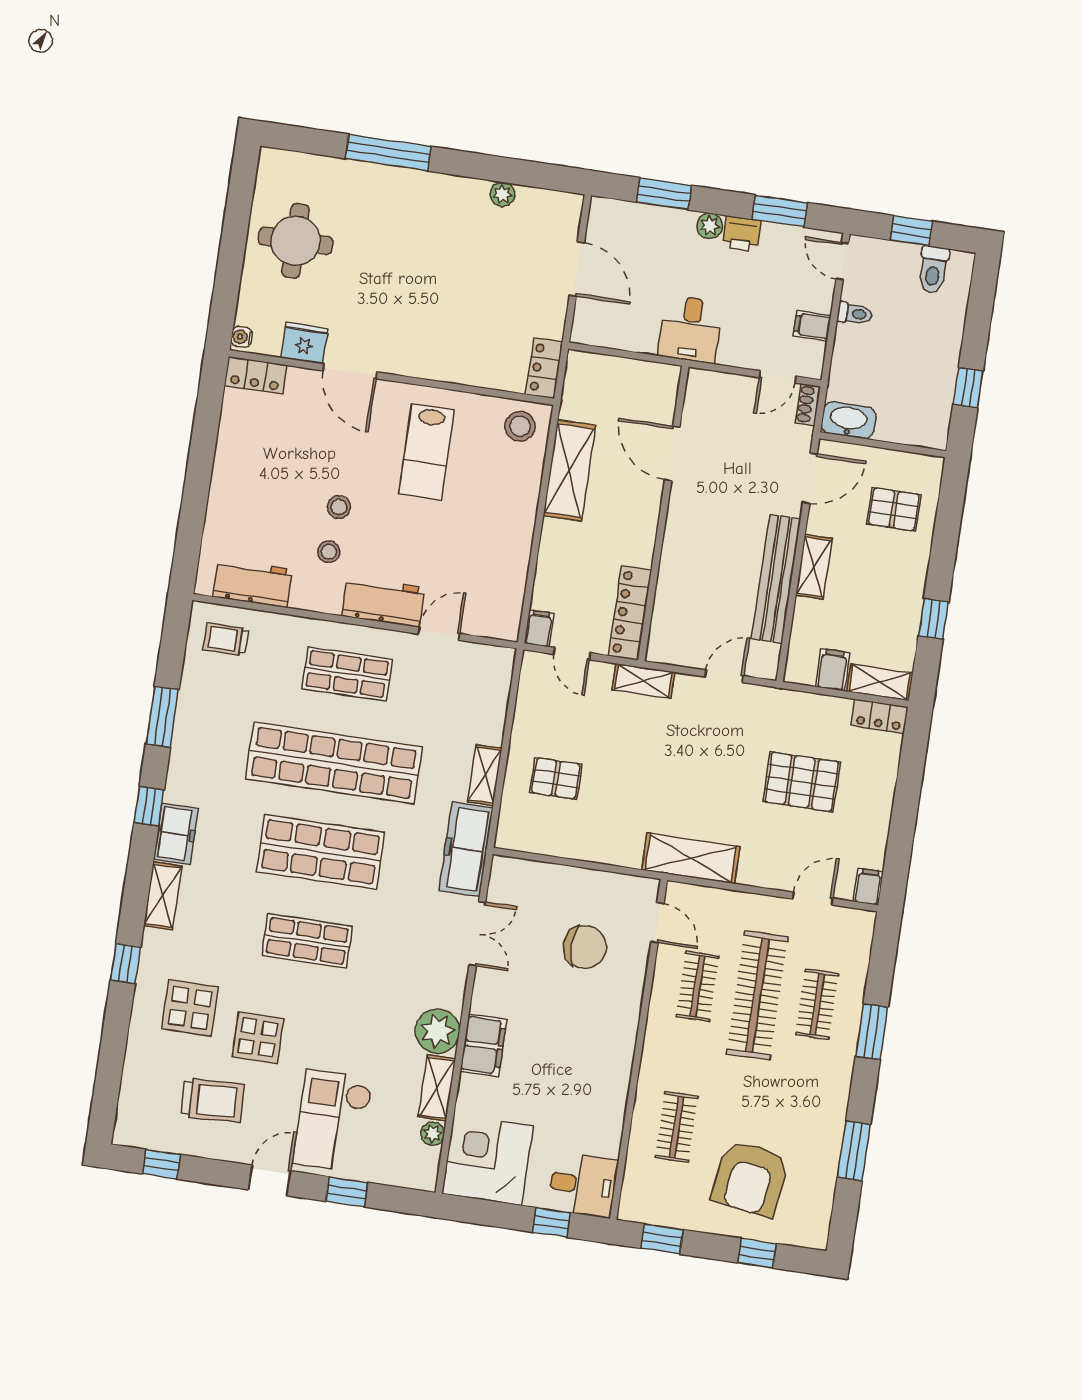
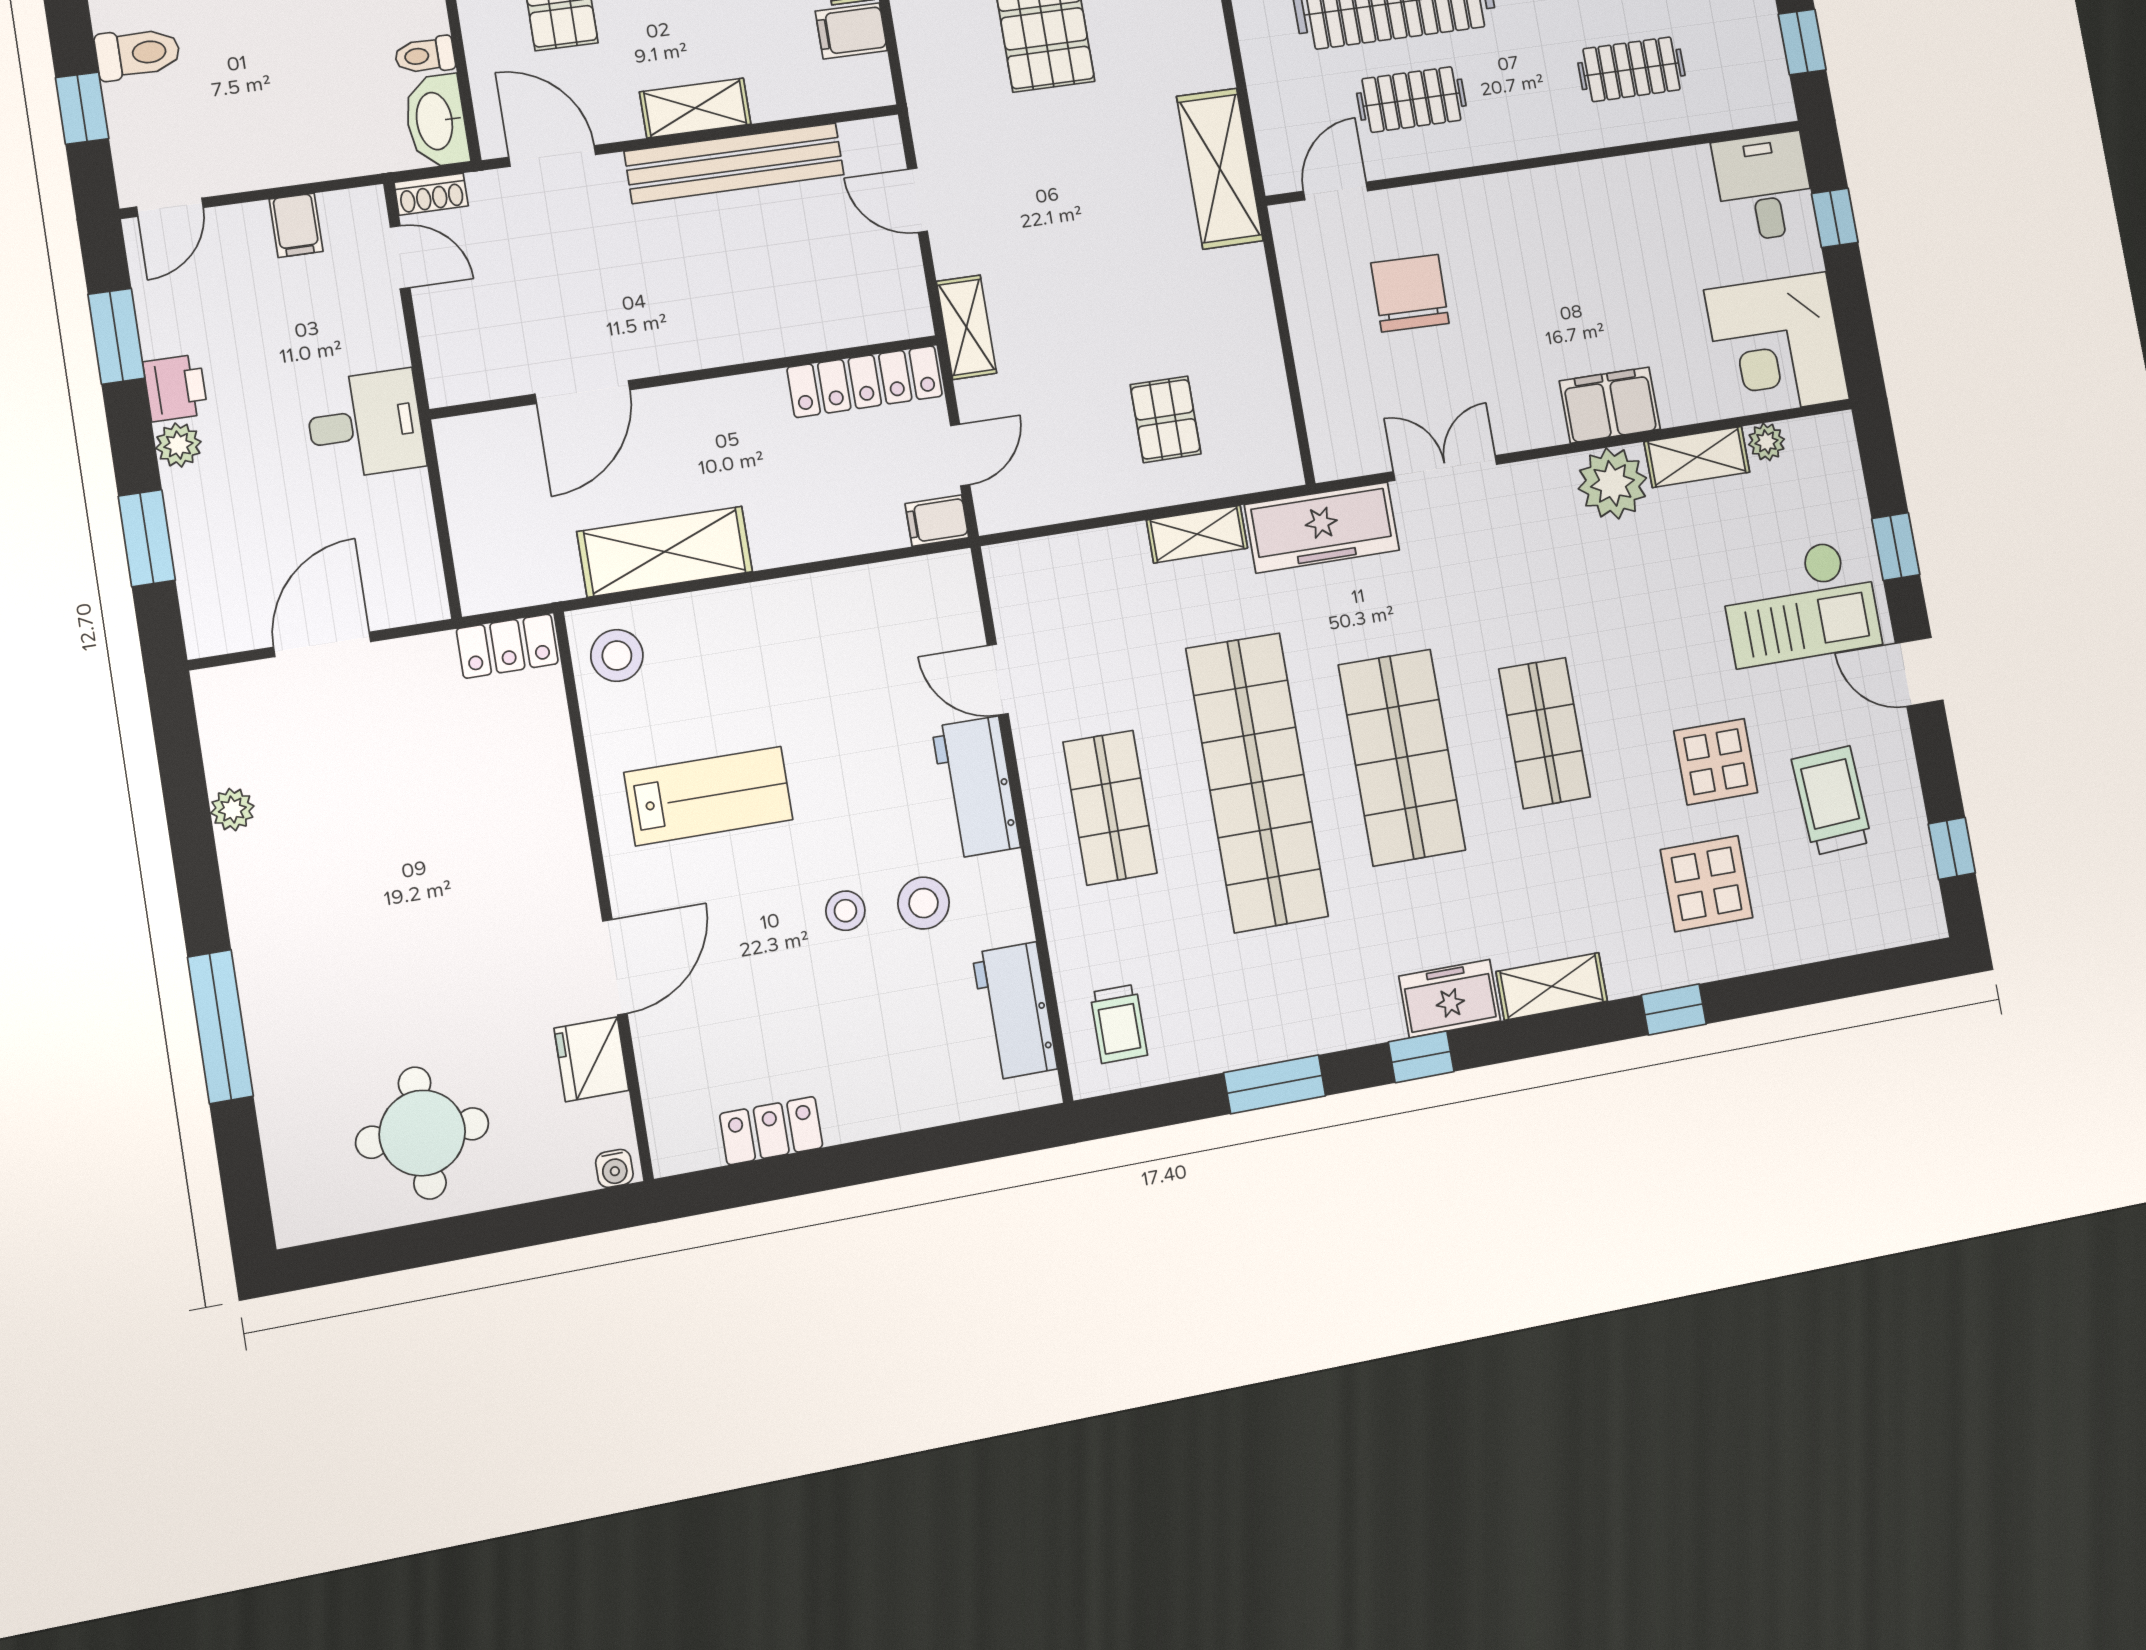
toilet: (855, 314) -> (425, 55), moved, turned -90
locker: (255, 375) -> (771, 1131), moved, turned -90
stool: (329, 552) -> (924, 903), width x1.37, depth x1.37

